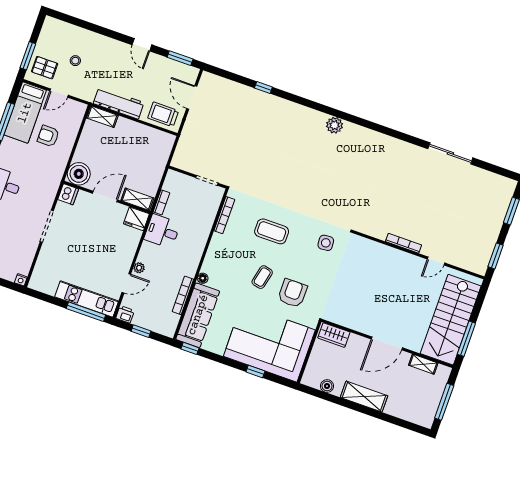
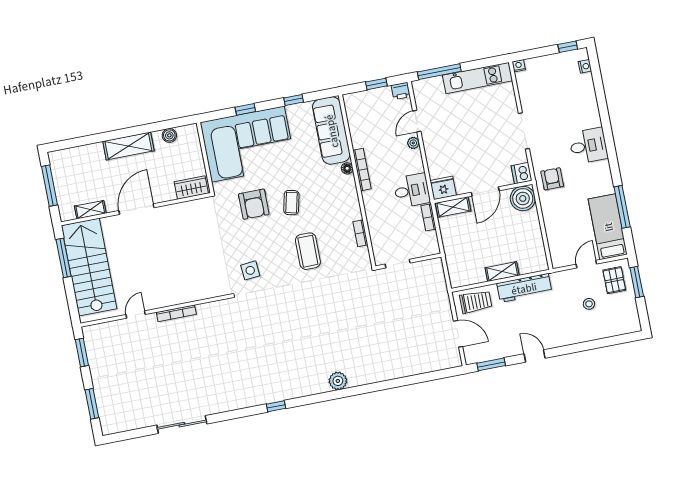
pallet: (45, 68) -> (614, 280), turned 90
window: (263, 88) -> (276, 406), moved
shelving: (102, 117) -> (502, 272), moved
plant: (334, 125) -> (338, 381), moved
armchair: (48, 136) -> (552, 179), moved, turned -90
bookcase: (224, 215) -> (360, 233), width x0.64
coffee table: (272, 231) -> (308, 251), turned 90
bookcase: (183, 295) -> (362, 170), moved
kitchen unit: (87, 299) -> (477, 78), moved
window: (190, 348) -> (294, 100), moved

